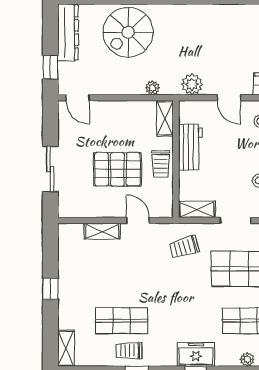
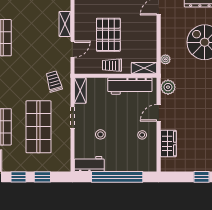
workbench: (190, 147) -> (130, 86), width x1.37

